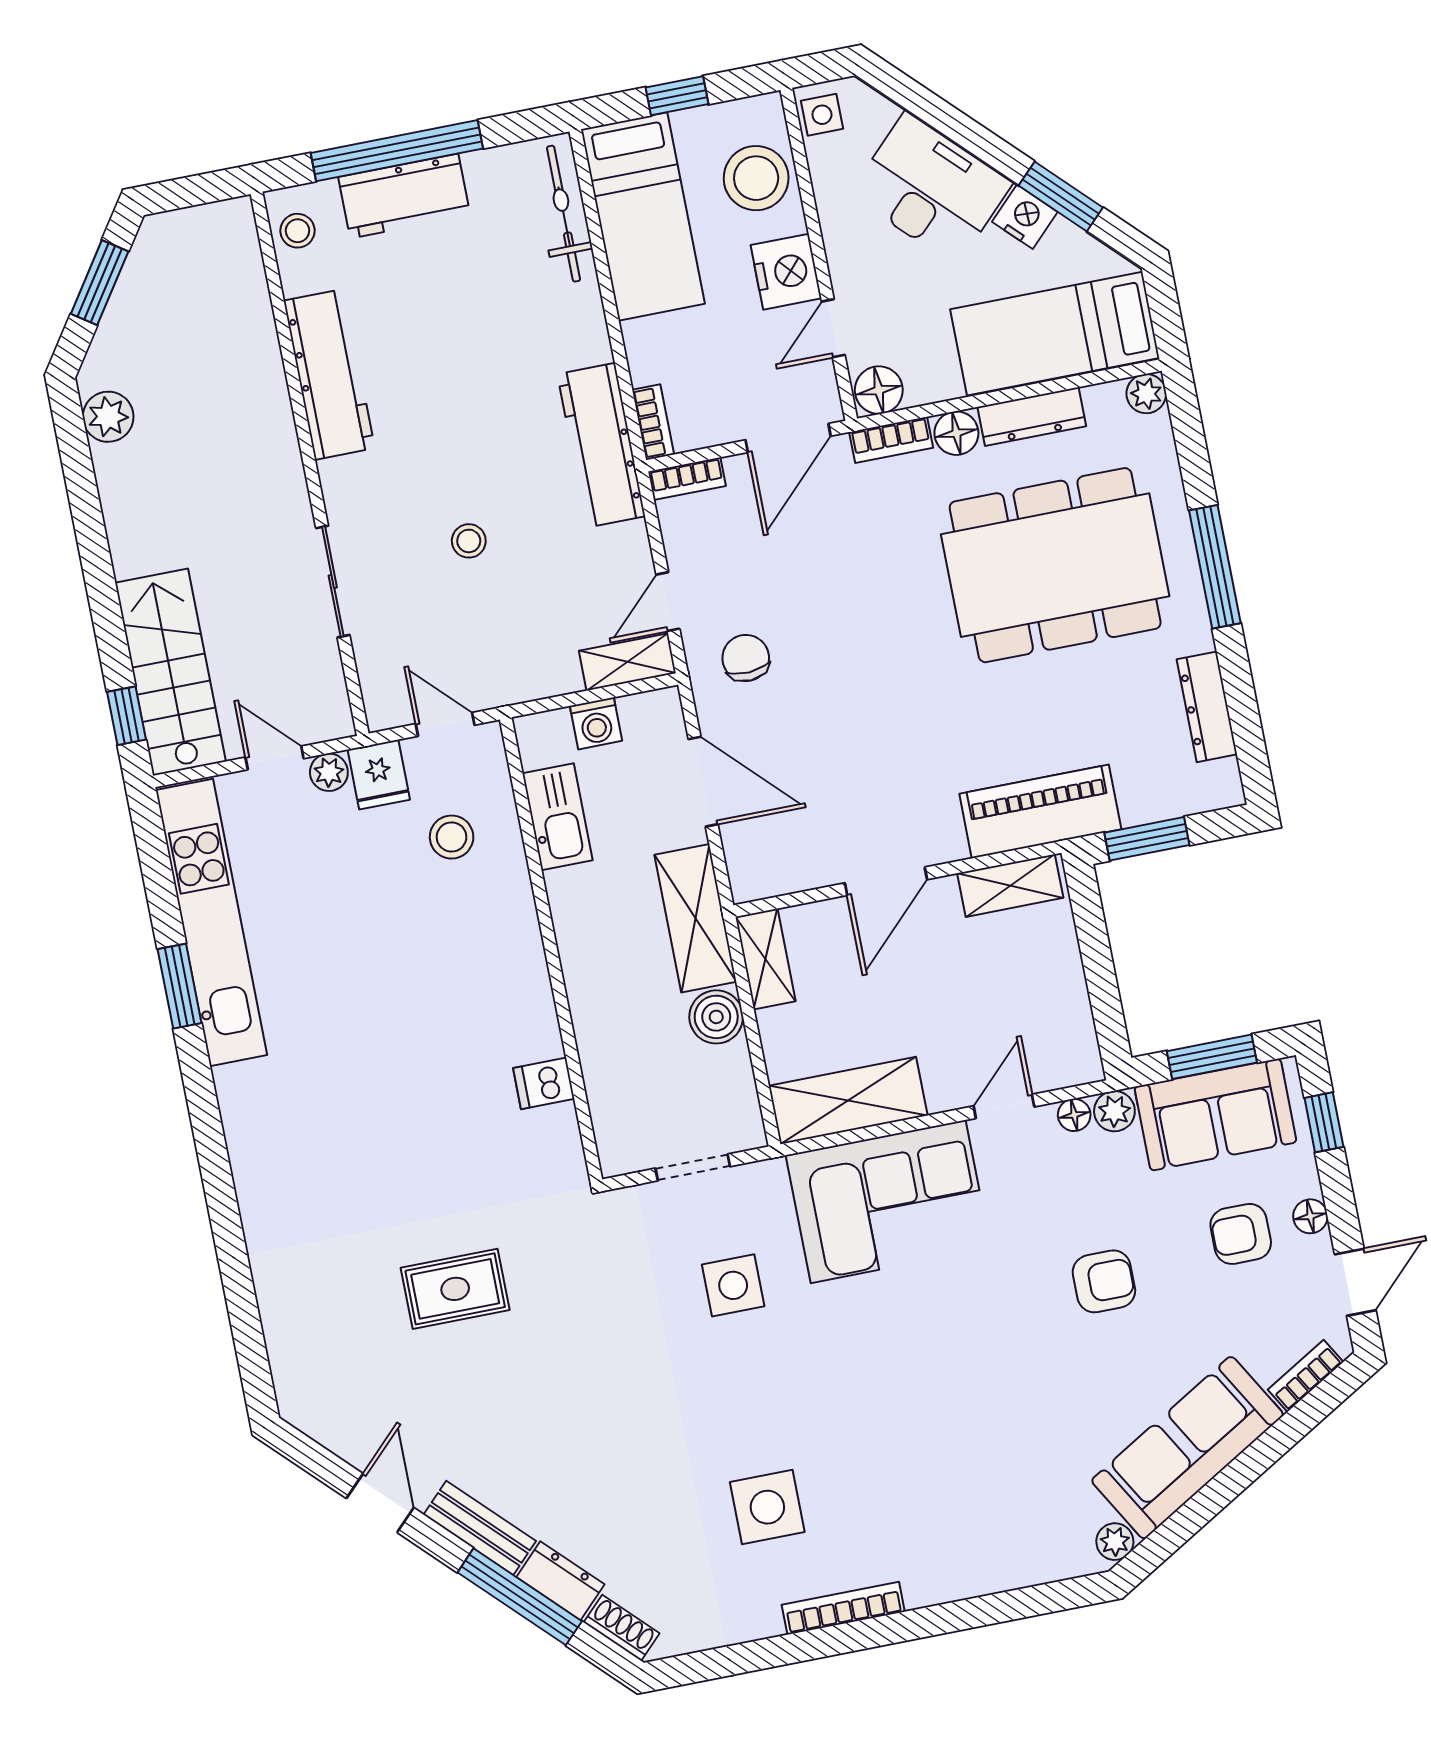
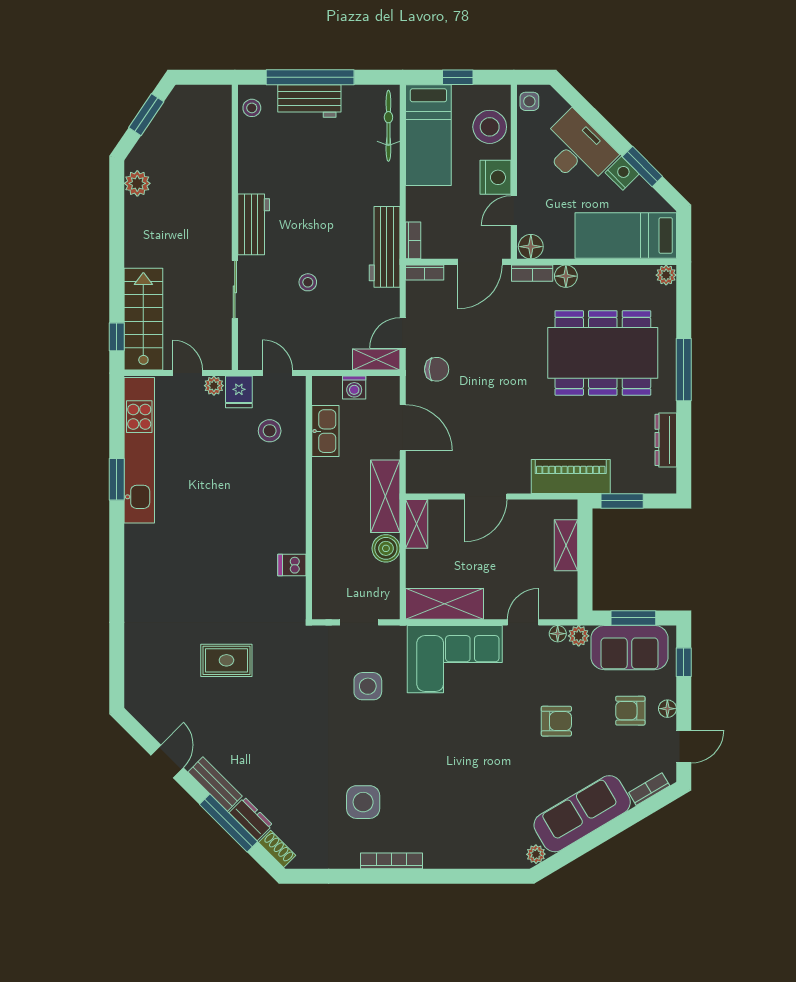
workbench: (329, 374) -> (254, 224), moved, width x0.73
dresser: (1032, 417) -> (606, 275), removed
chair: (746, 658) -> (437, 369), turned 93
shelving: (1010, 886) -> (566, 545), moved, turned 90

